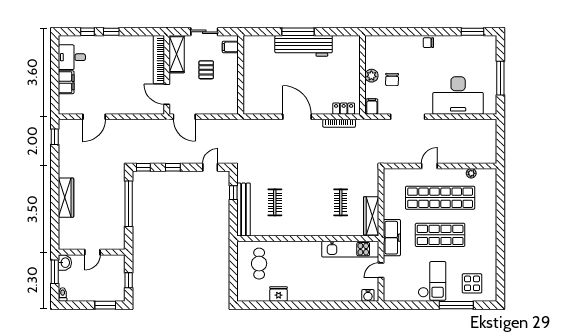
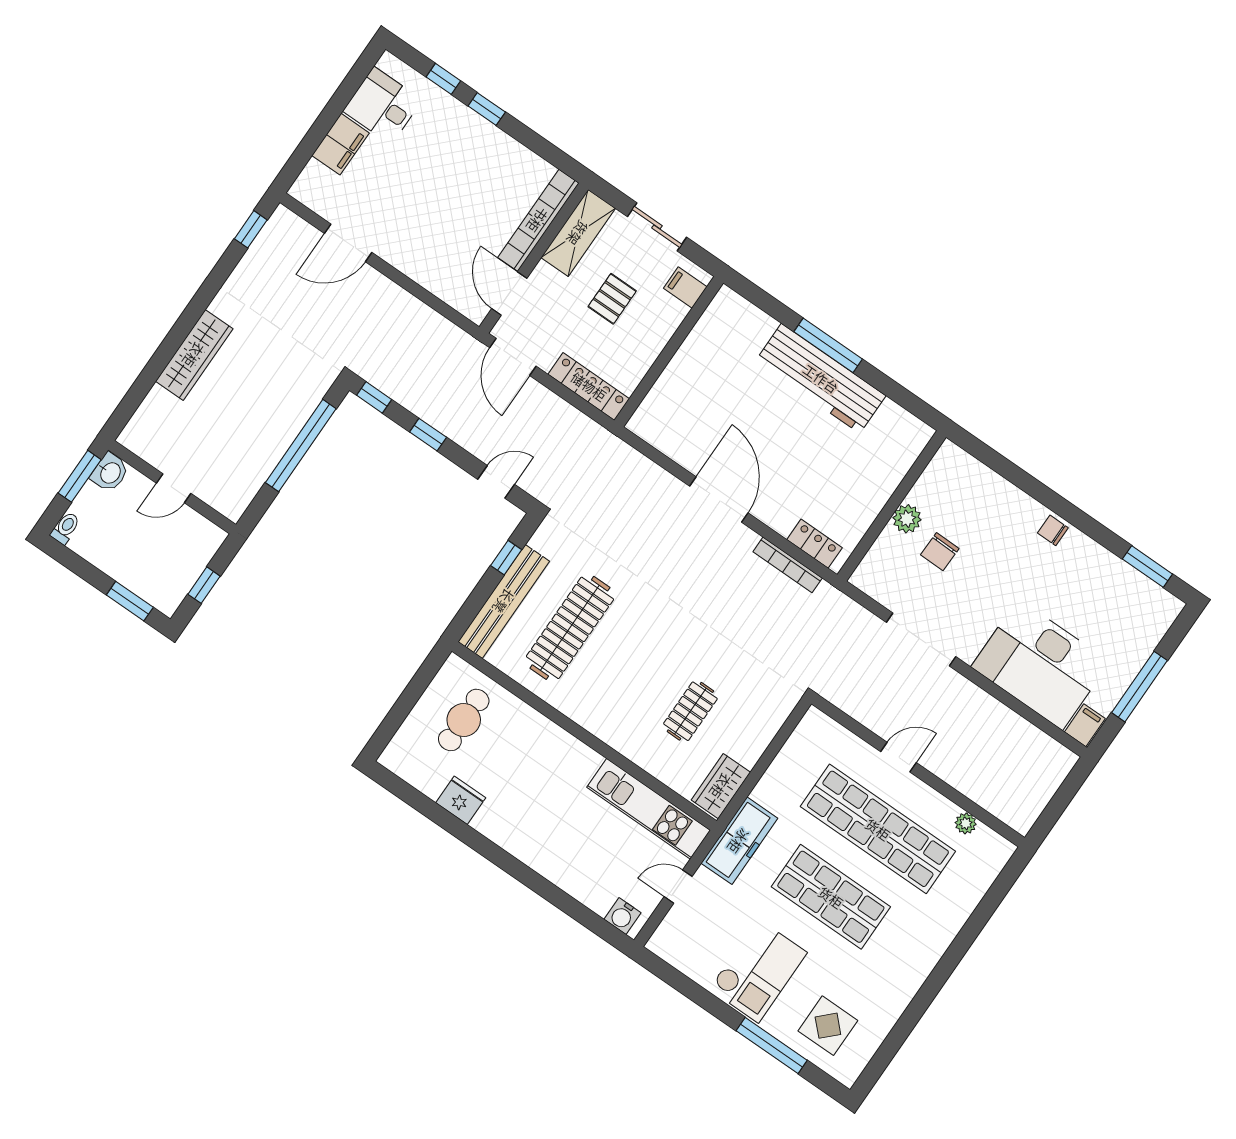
filing cabinet: (372, 106) -> (1085, 725), moved
locker: (220, 108) -> (589, 386), added
clothes rail: (275, 202) -> (570, 628), width x1.86, depth x1.31
wardrobe: (371, 216) -> (721, 786), width x0.67

